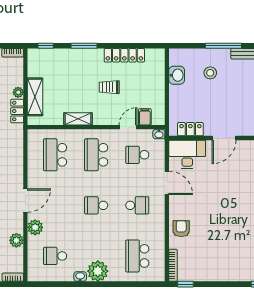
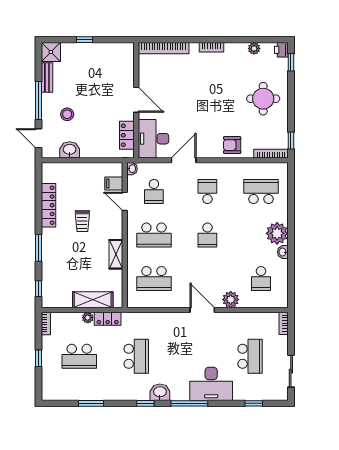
door: (188, 46) -> (38, 138), added
plant: (16, 240) -> (244, 319), removed
school desk: (137, 256) -> (261, 192), turned 180
round table: (225, 258) -> (263, 99), added

